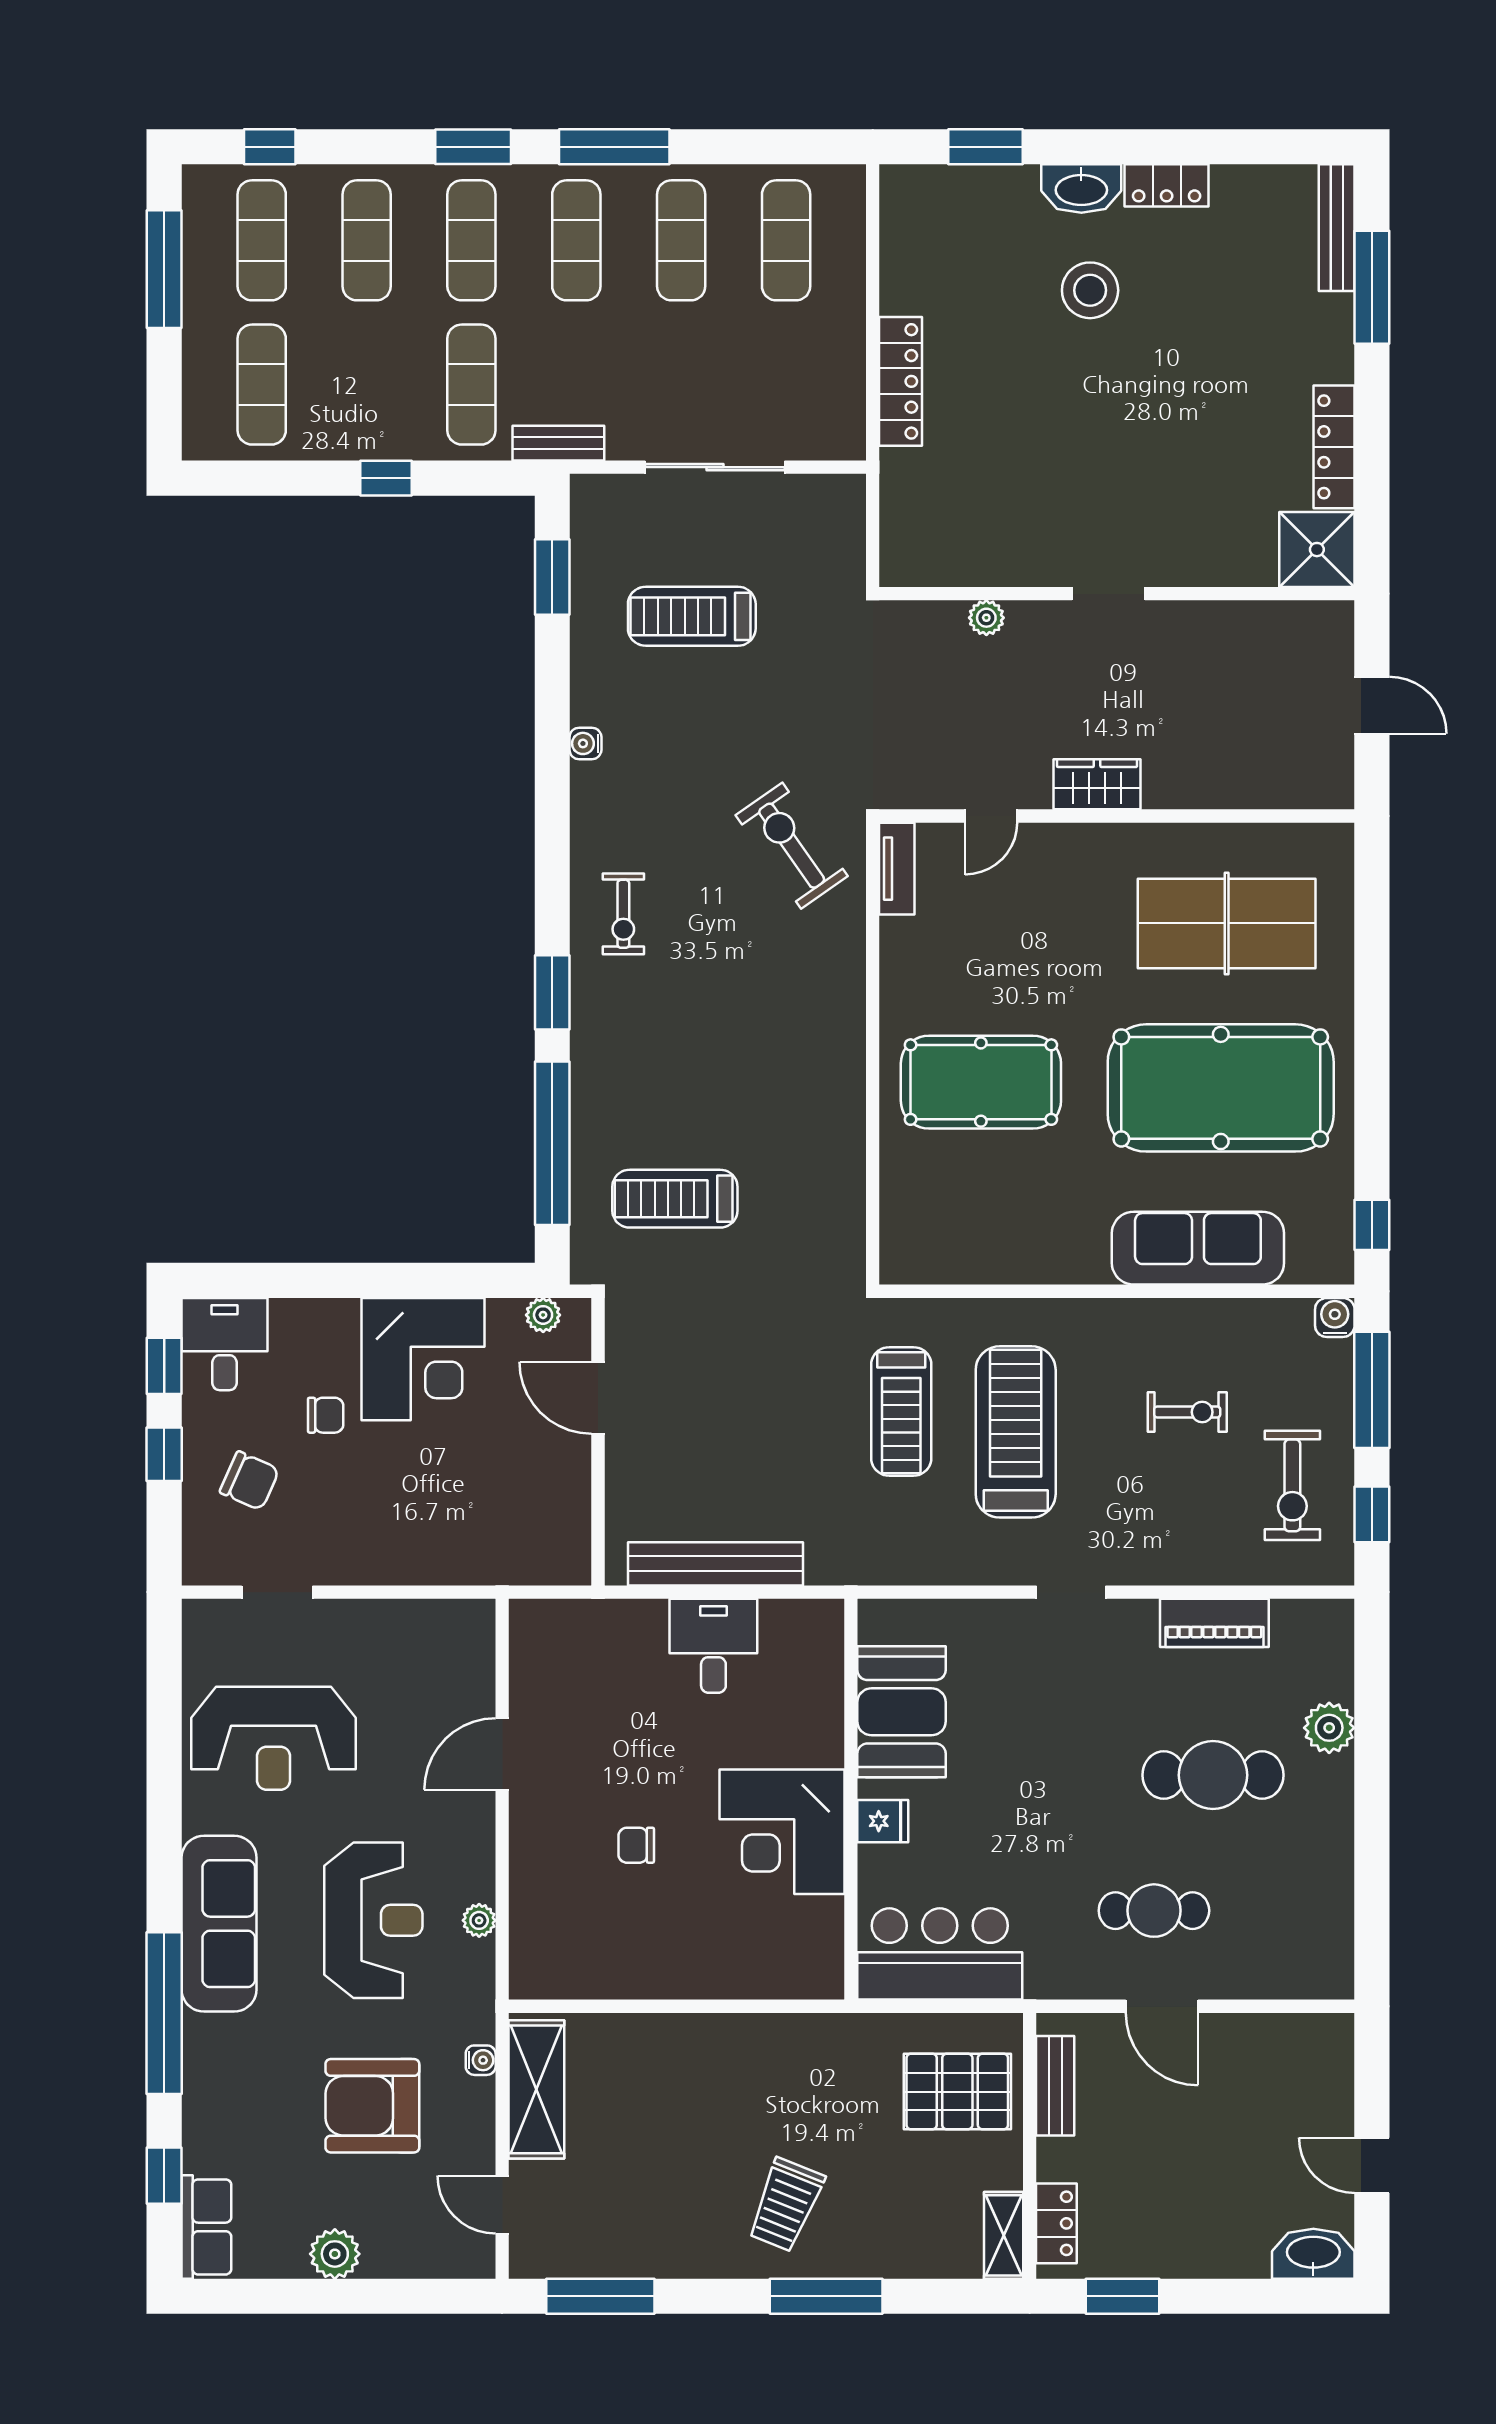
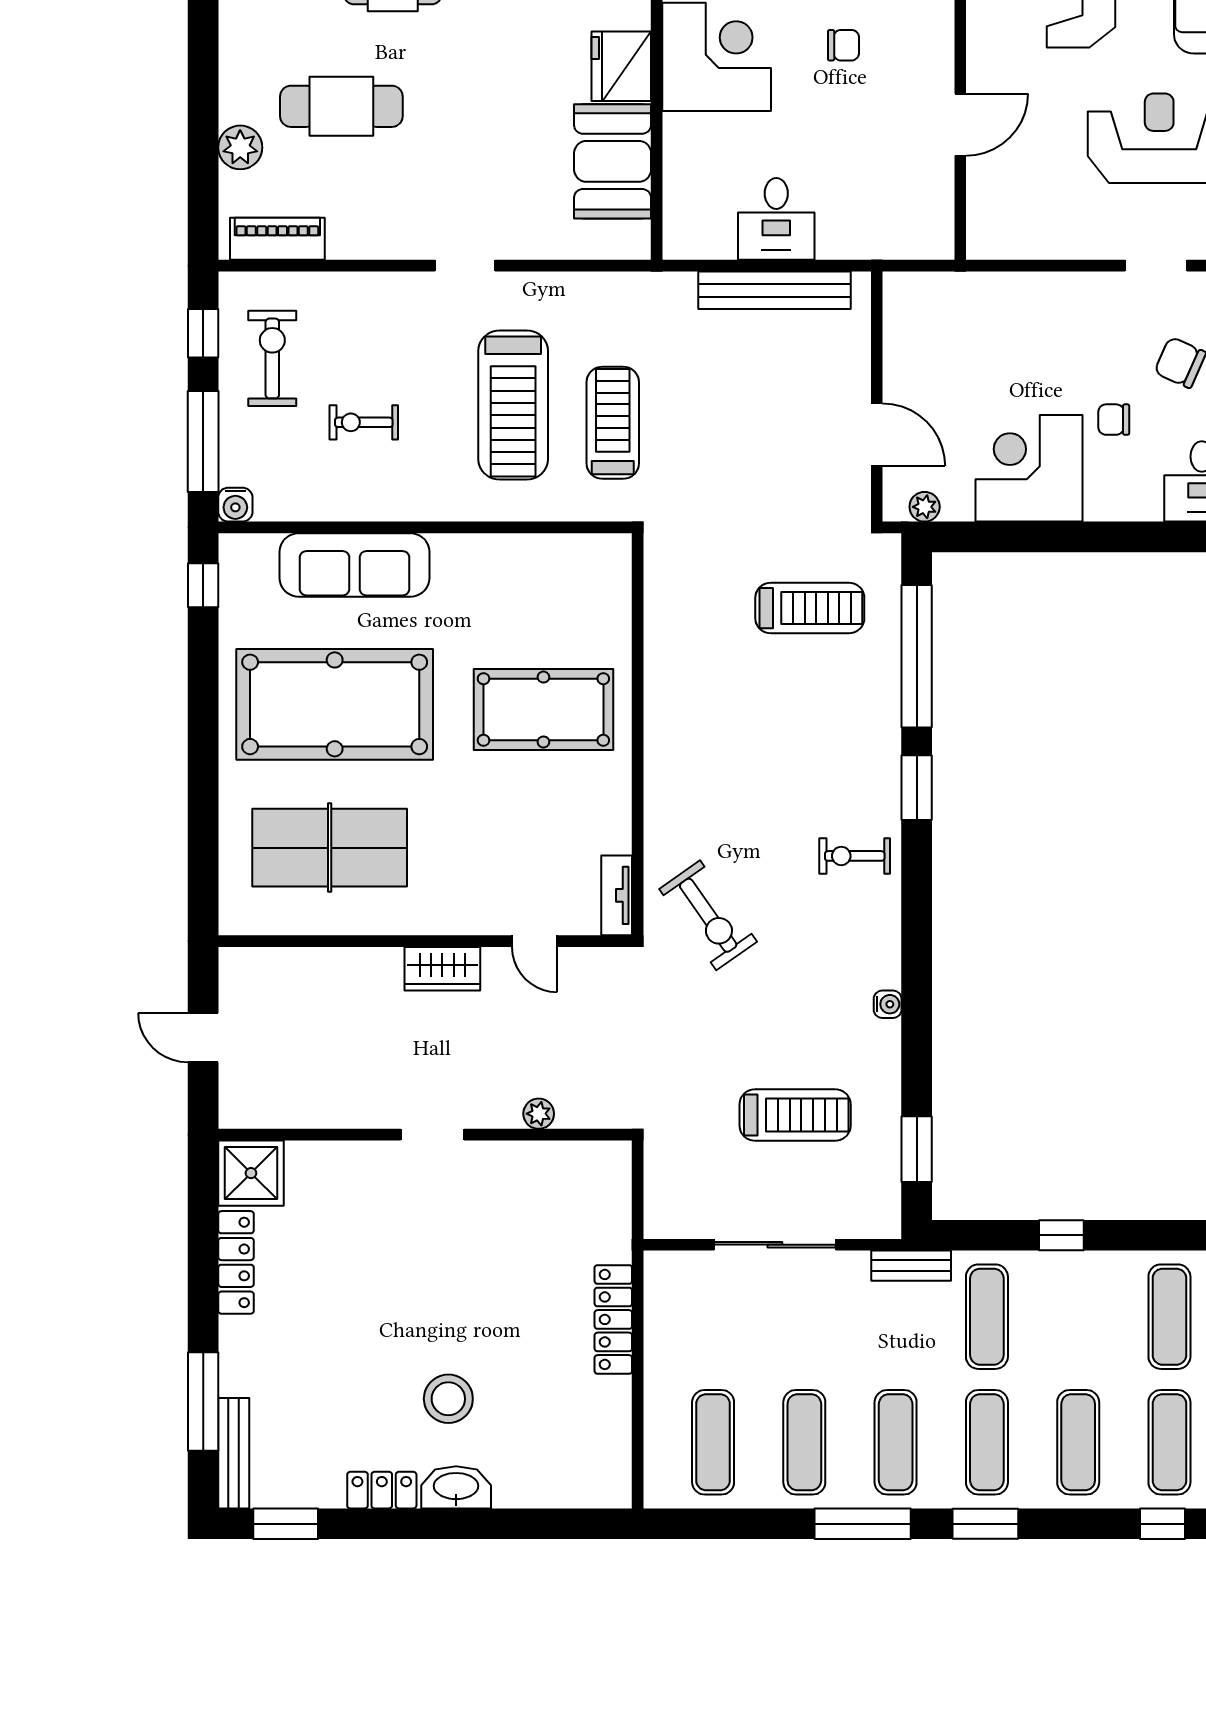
window: (985, 147) -> (286, 1524), moved
door: (991, 816) -> (535, 941), swing flipped
exercise bike: (623, 914) -> (855, 856), turned -90
piano: (1214, 1623) -> (277, 239), moved
fridge: (883, 1821) -> (621, 66), width x1.88, depth x1.34

